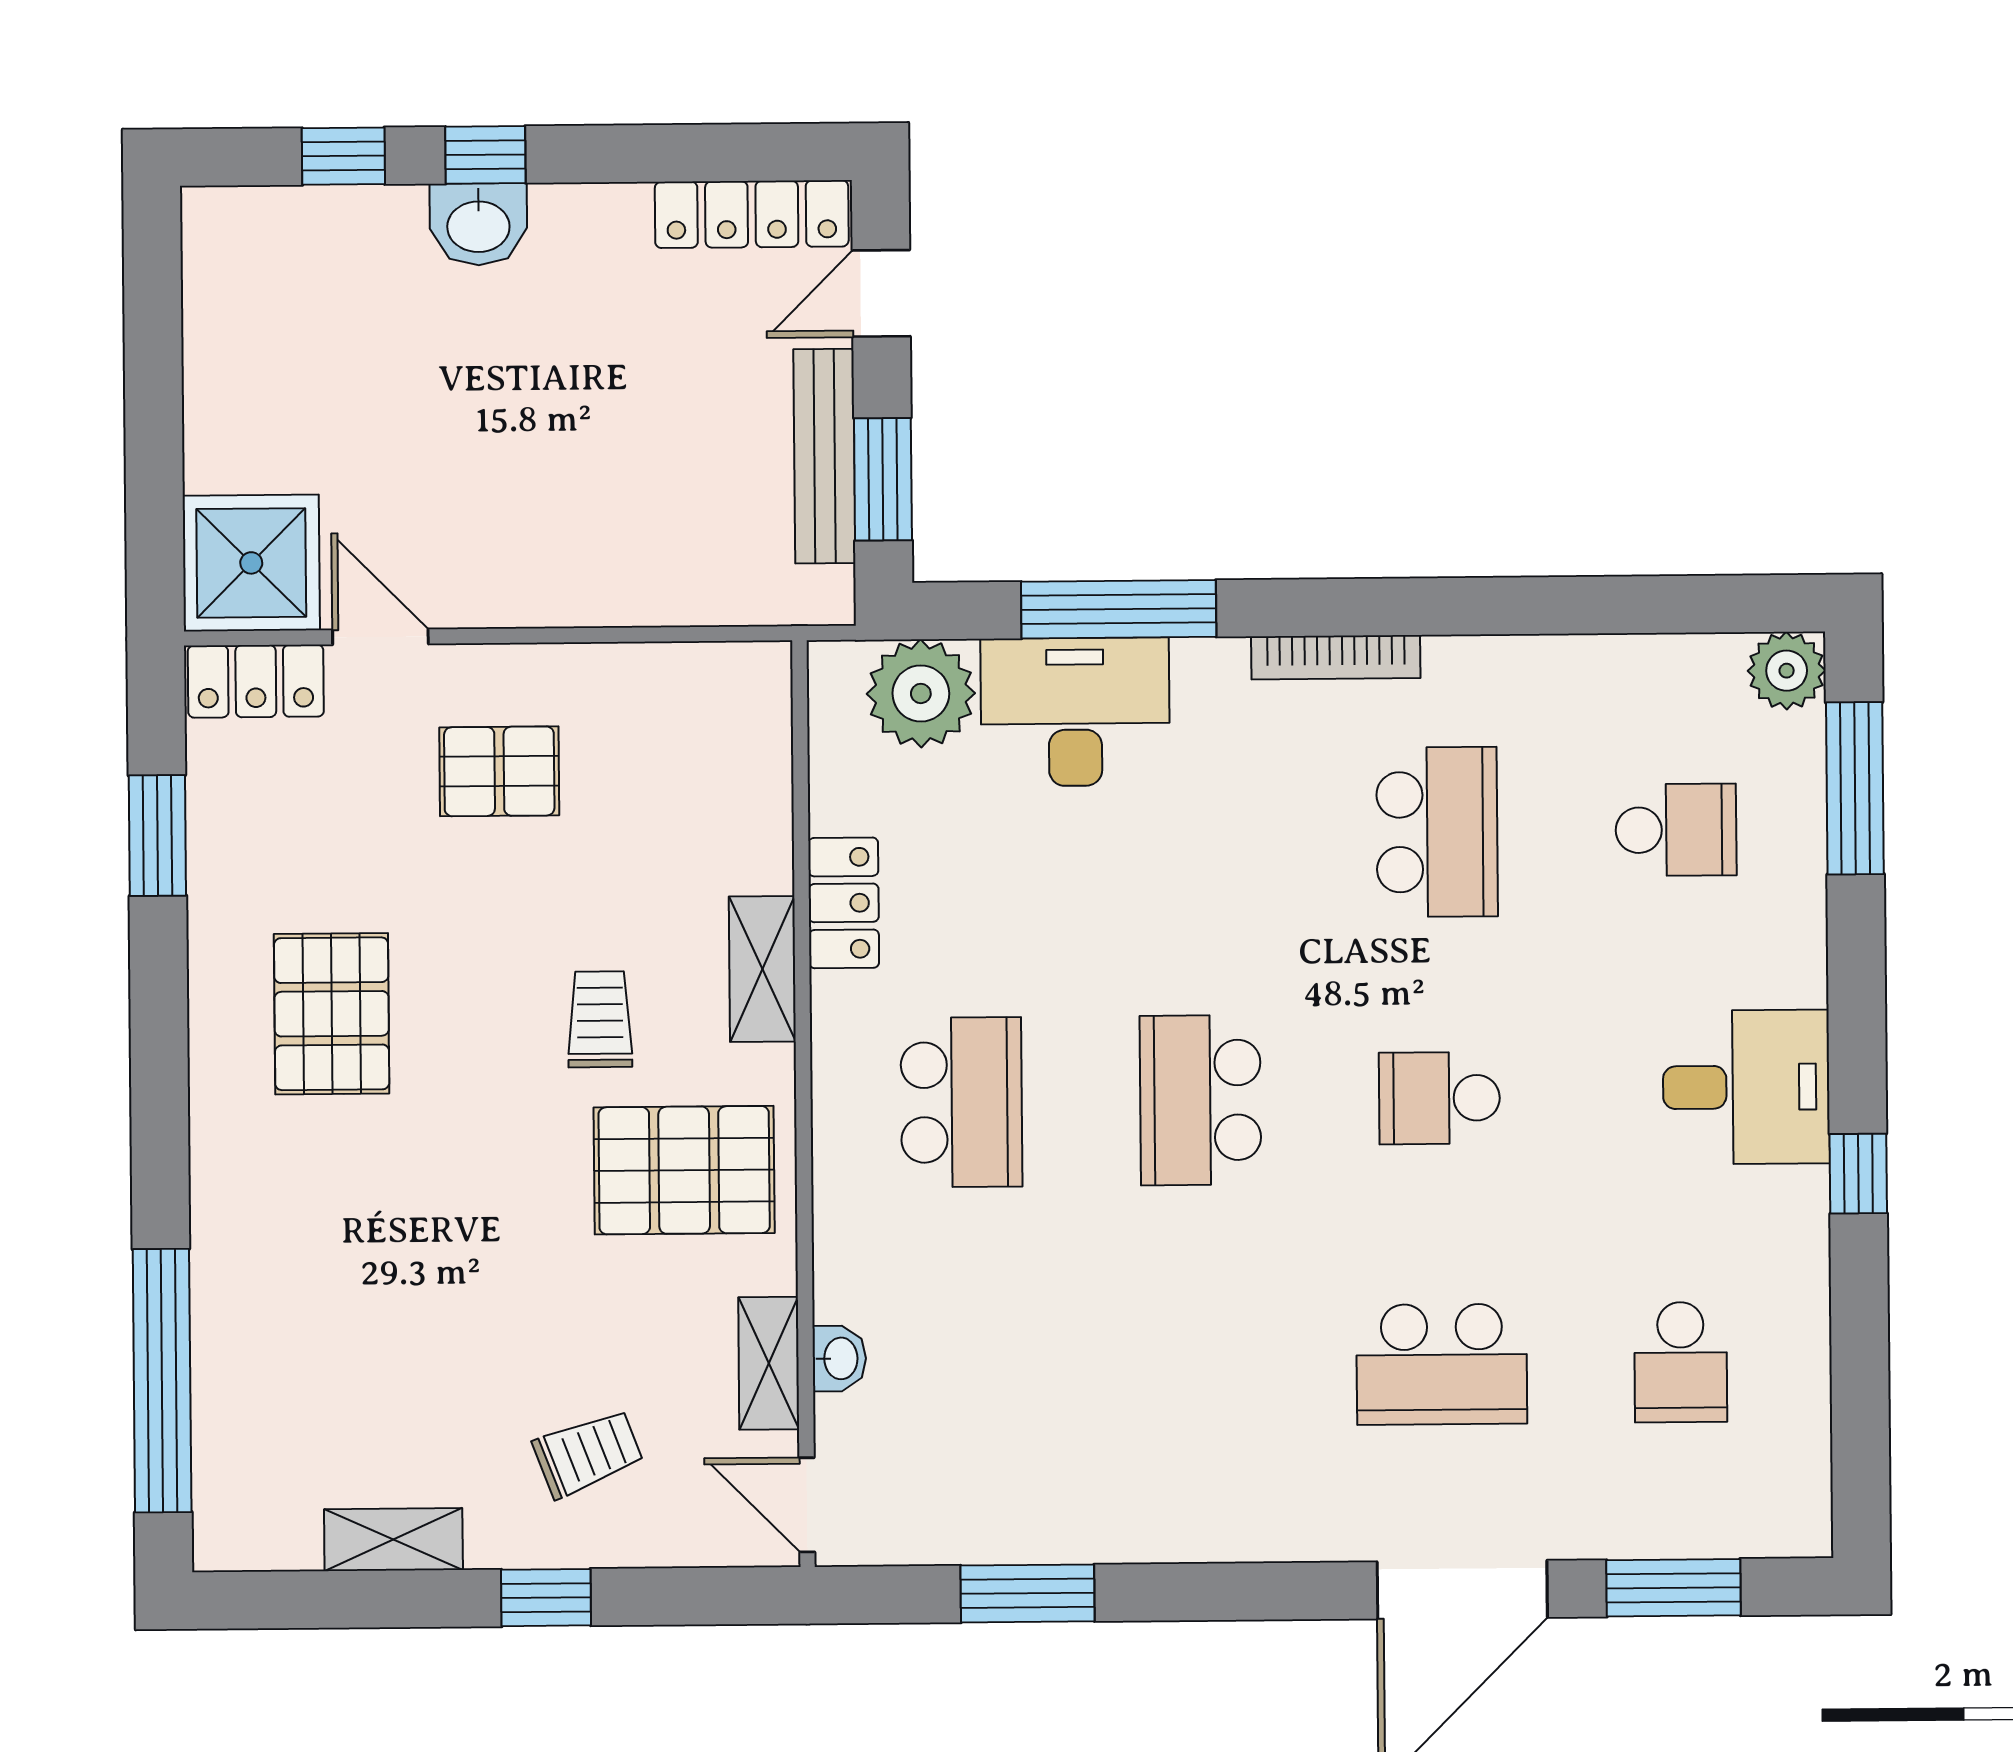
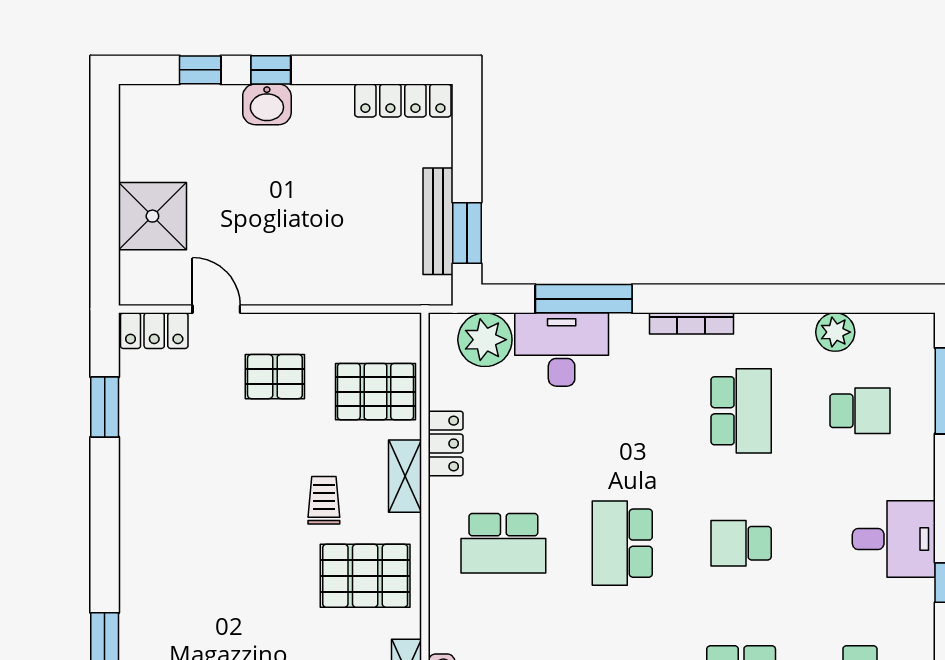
door: (881, 293) -> (467, 140), removed
shower: (251, 563) -> (152, 216), moved
plant: (1787, 671) -> (835, 332), moved
pallet: (332, 1014) -> (375, 392), moved, turned 90
school desk: (961, 1102) -> (503, 543), turned 90

